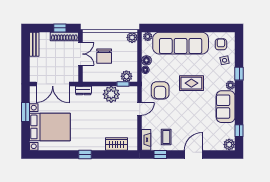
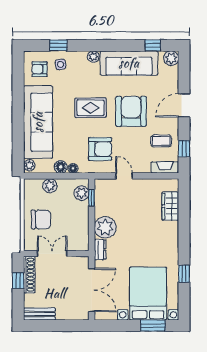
plant: (132, 37) -> (50, 186), moved
chair: (104, 56) -> (41, 219), moved
window: (239, 74) -> (58, 45), moved
rug: (191, 83) -> (90, 108), turned 90
plant: (111, 94) -> (105, 227), moved
sofa: (226, 107) -> (129, 63), width x1.36
window: (26, 112) -> (153, 326), moved
armchair: (189, 114) -> (131, 111), added
window: (85, 154) -> (184, 274), moved
door: (193, 154) -> (184, 105), hinge flipped

